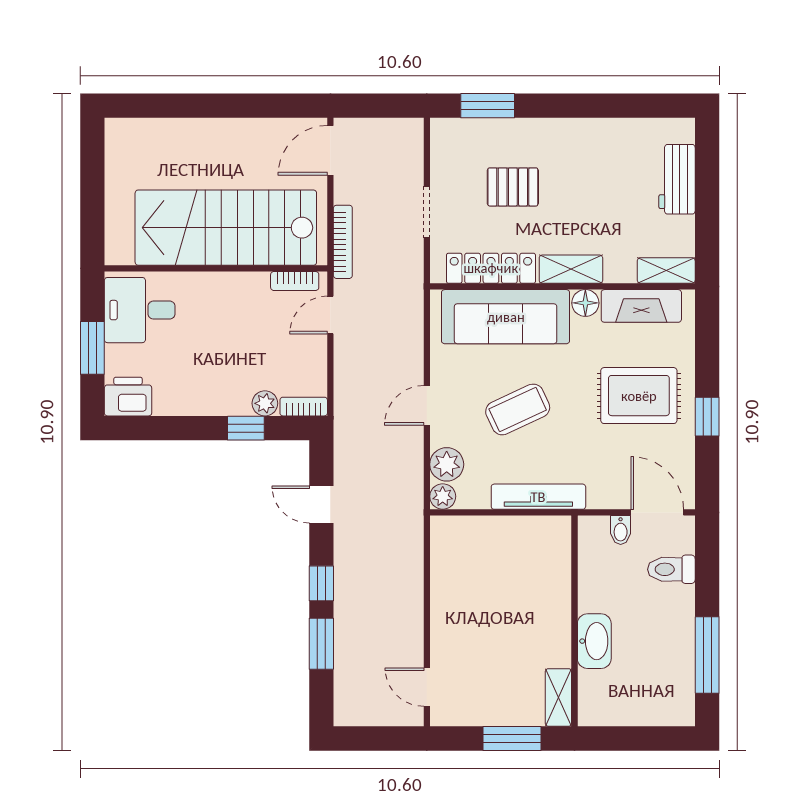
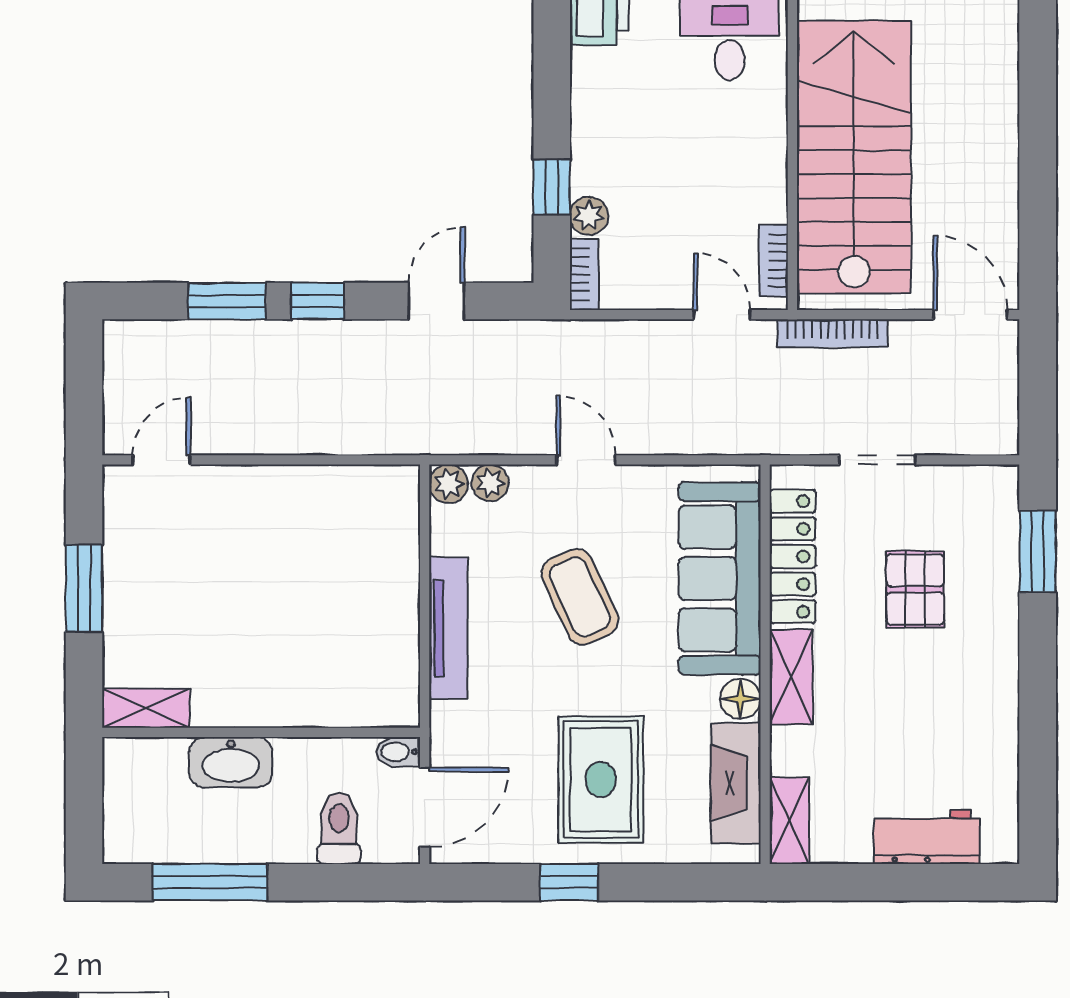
plant: (447, 464) -> (490, 483), width x0.73, depth x0.73
wall: (574, 621) -> (261, 732), moved
washbasin: (594, 641) -> (231, 762), moved
shelving: (558, 697) -> (146, 708), moved

